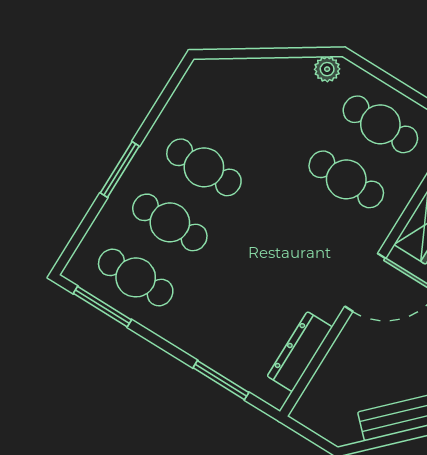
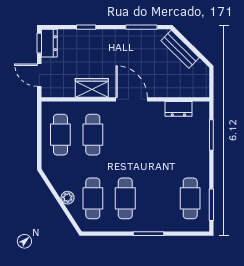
plant: (327, 69) -> (68, 198), moved
cafe table: (170, 222) -> (93, 198), moved
dresser: (300, 352) -> (178, 109), width x0.70

